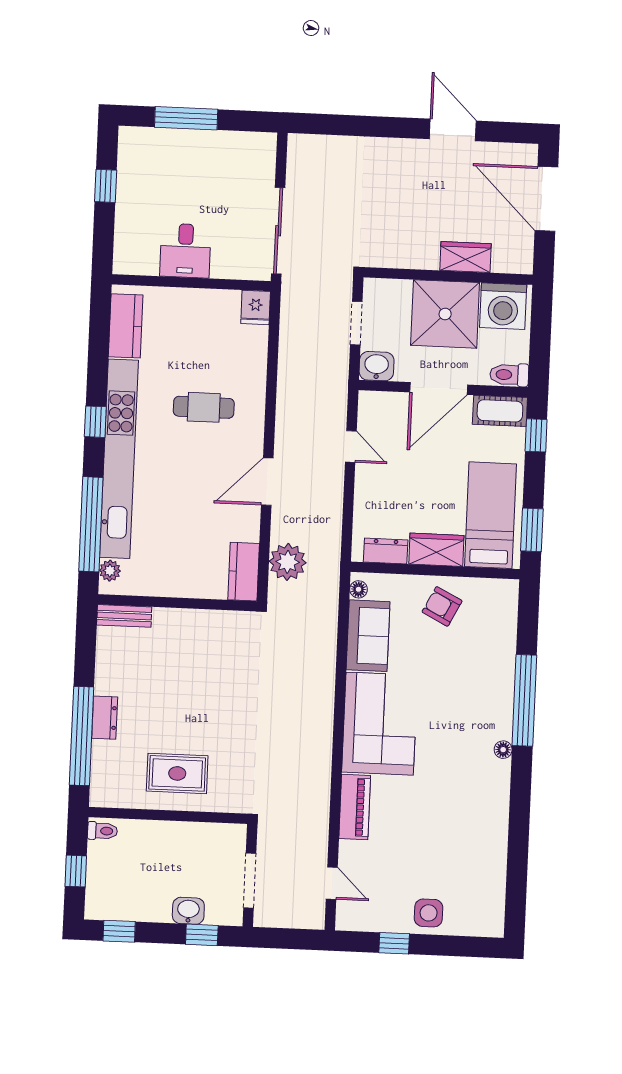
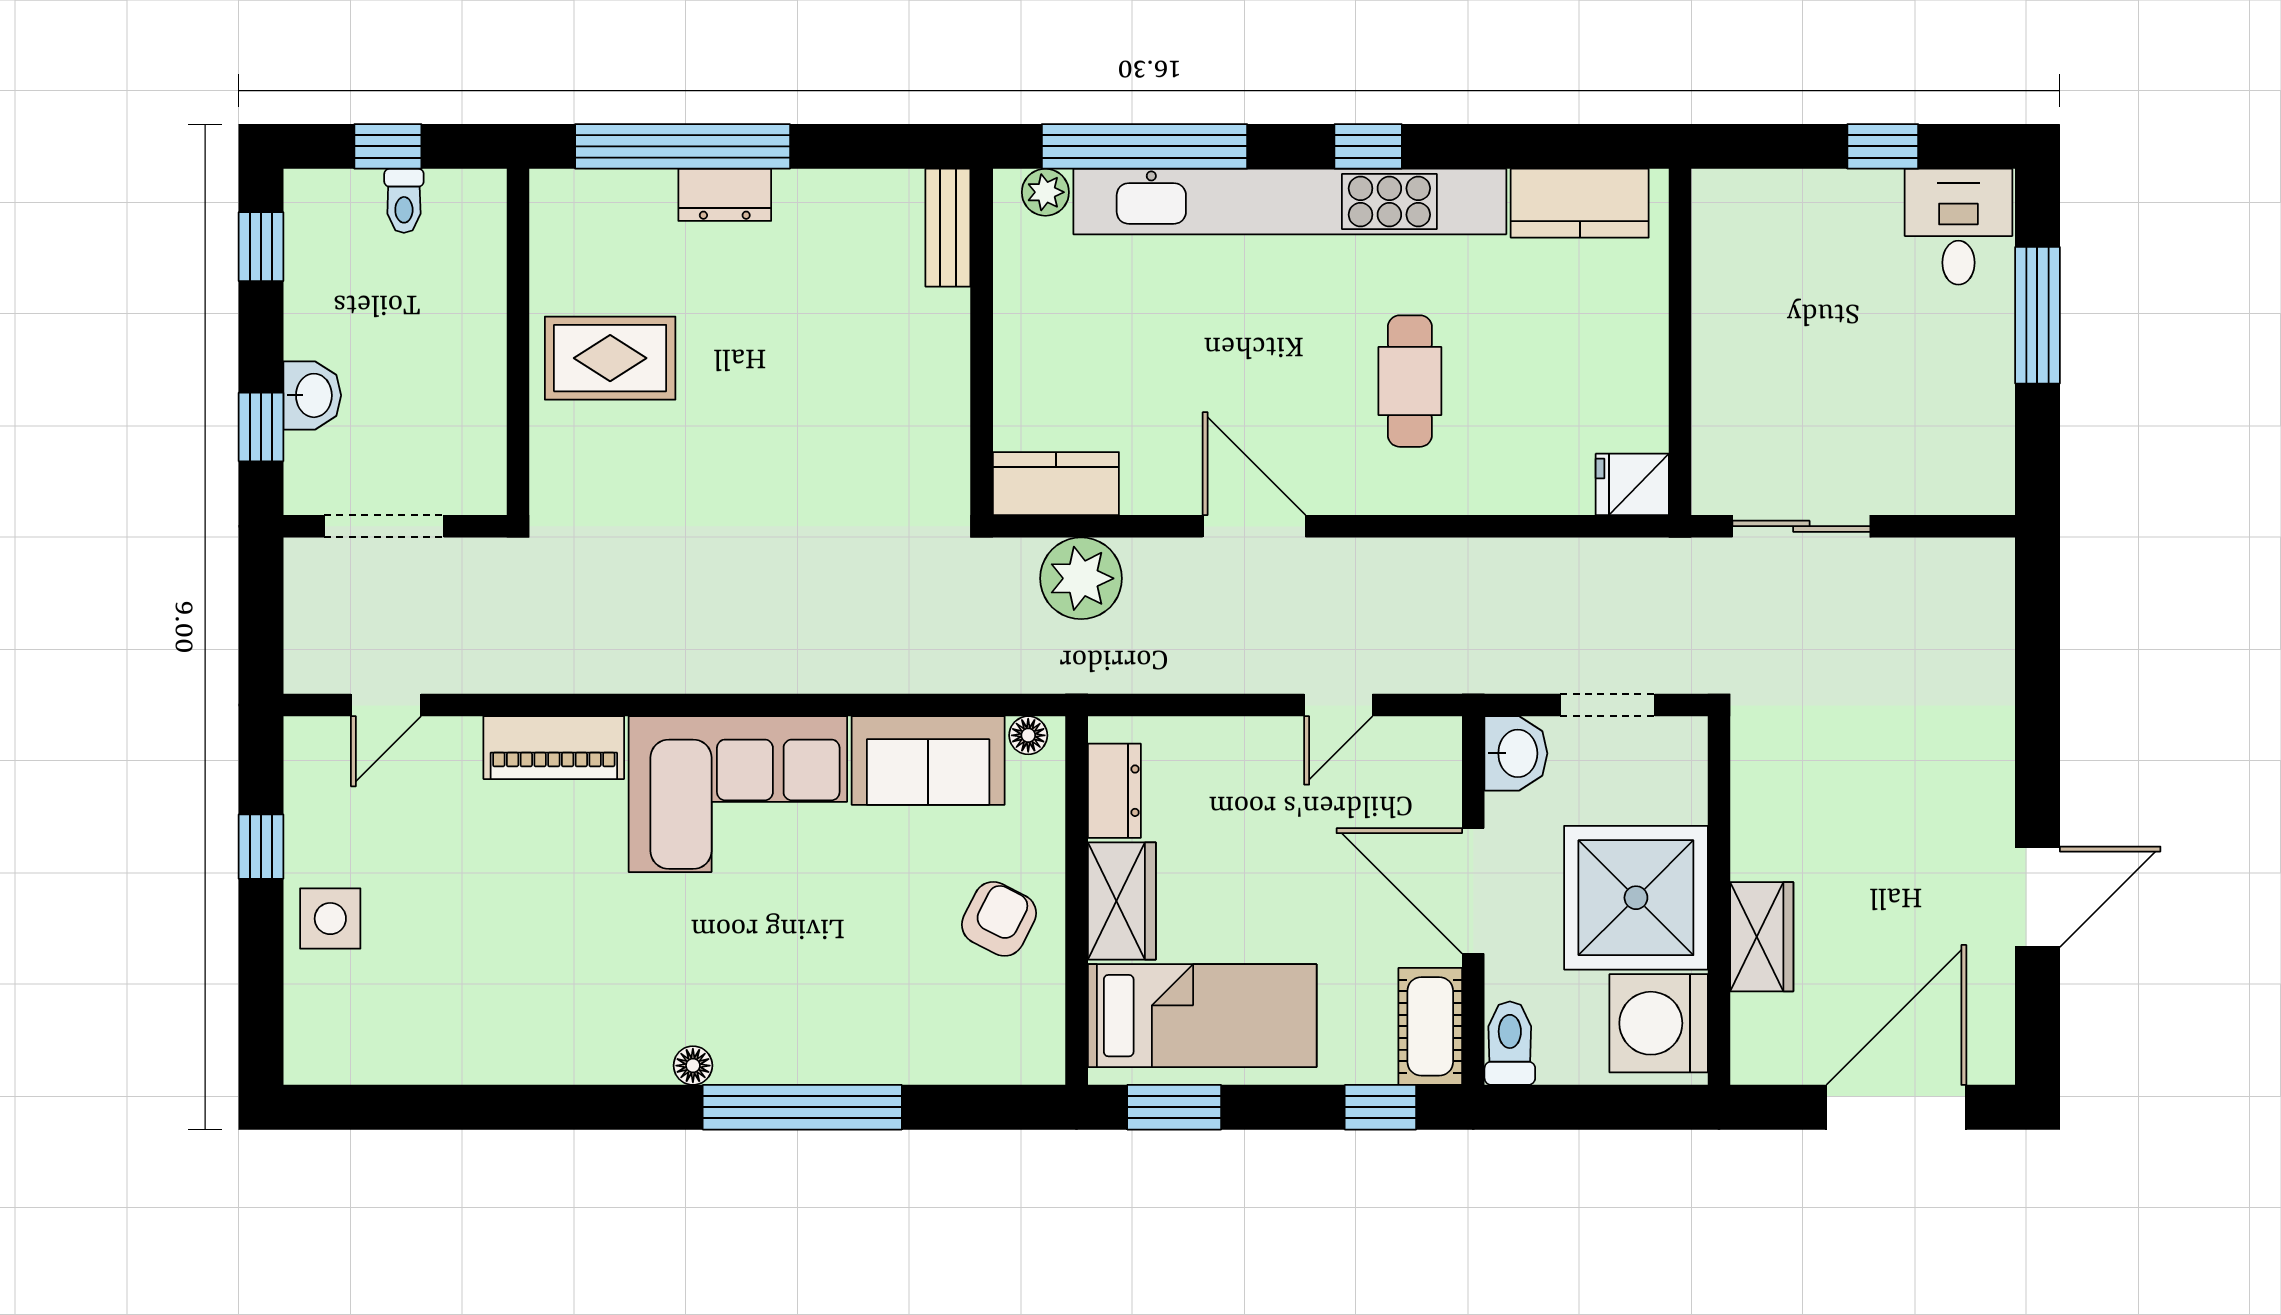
sliding door: (278, 231) -> (1801, 526), width x0.73
desk: (185, 251) -> (1958, 227), moved, turned 90
rug: (177, 773) -> (610, 358), turned 90
toilet: (102, 831) -> (404, 201), moved

